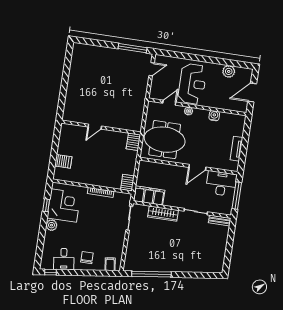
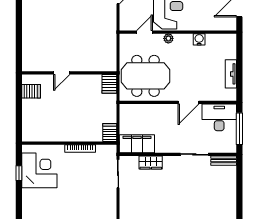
server rack: (63, 161) -> (31, 91), moved
wardrobe: (163, 214) -> (151, 162), width x0.67
plant: (51, 225) -> (28, 195), removed

